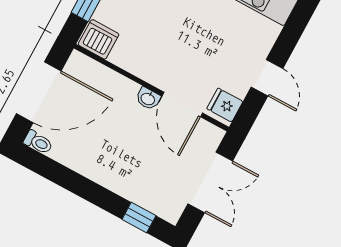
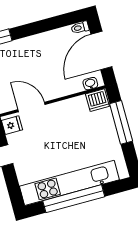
washbasin: (148, 99) -> (90, 84), moved

